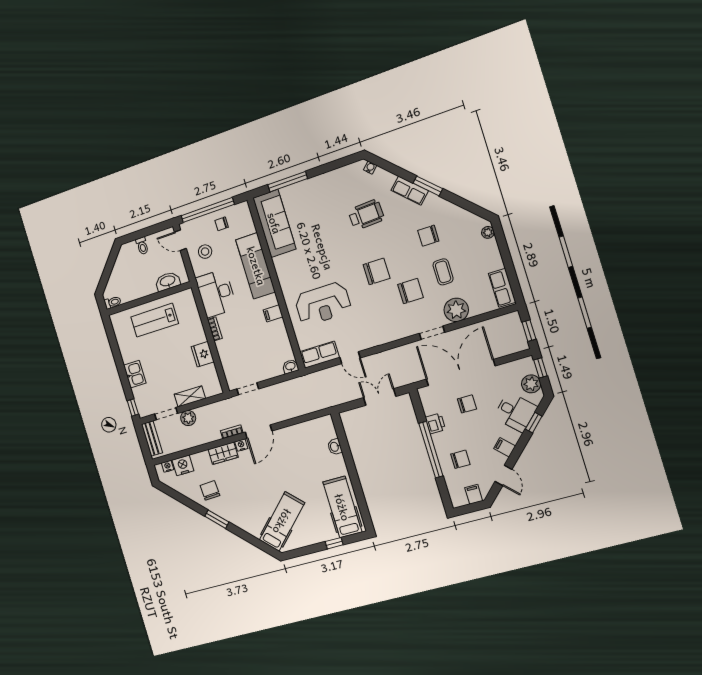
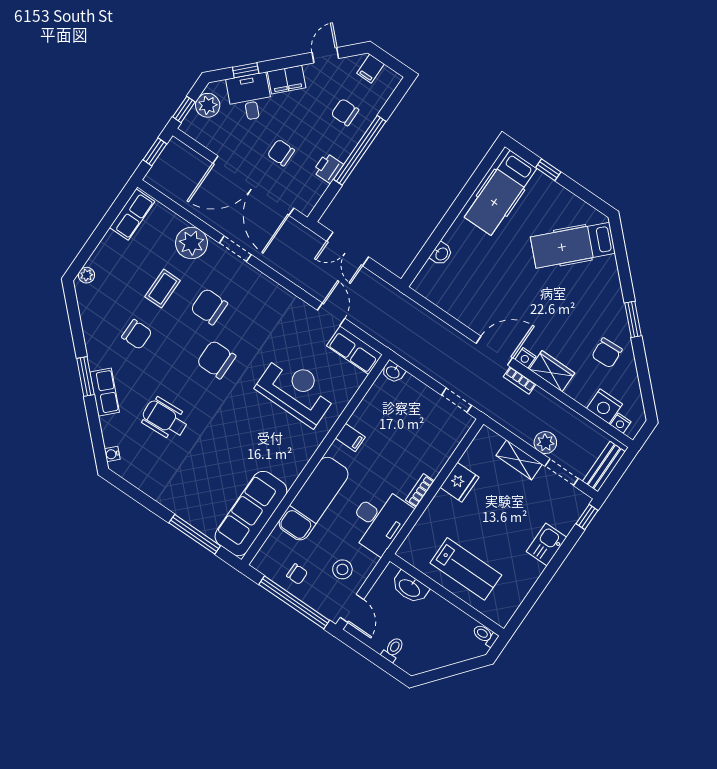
filing cabinet: (505, 447) -> (287, 80), width x2.00

